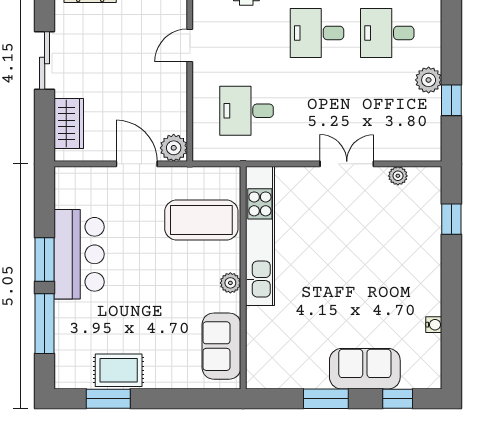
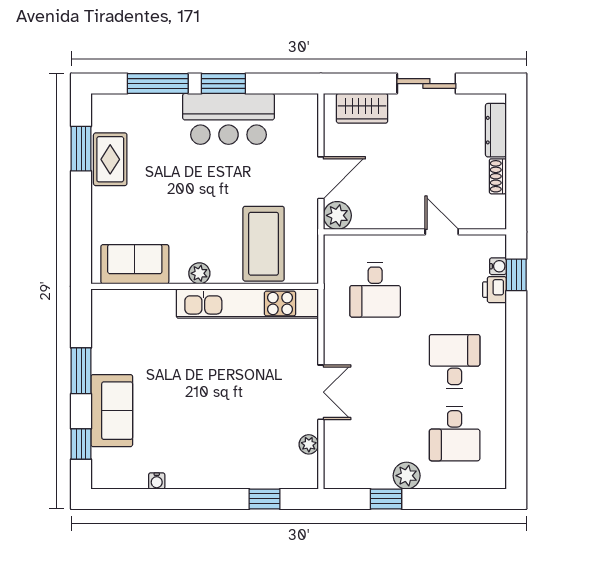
desk: (387, 33) -> (455, 434), turned 180
desk: (247, 111) -> (375, 290), turned 180

